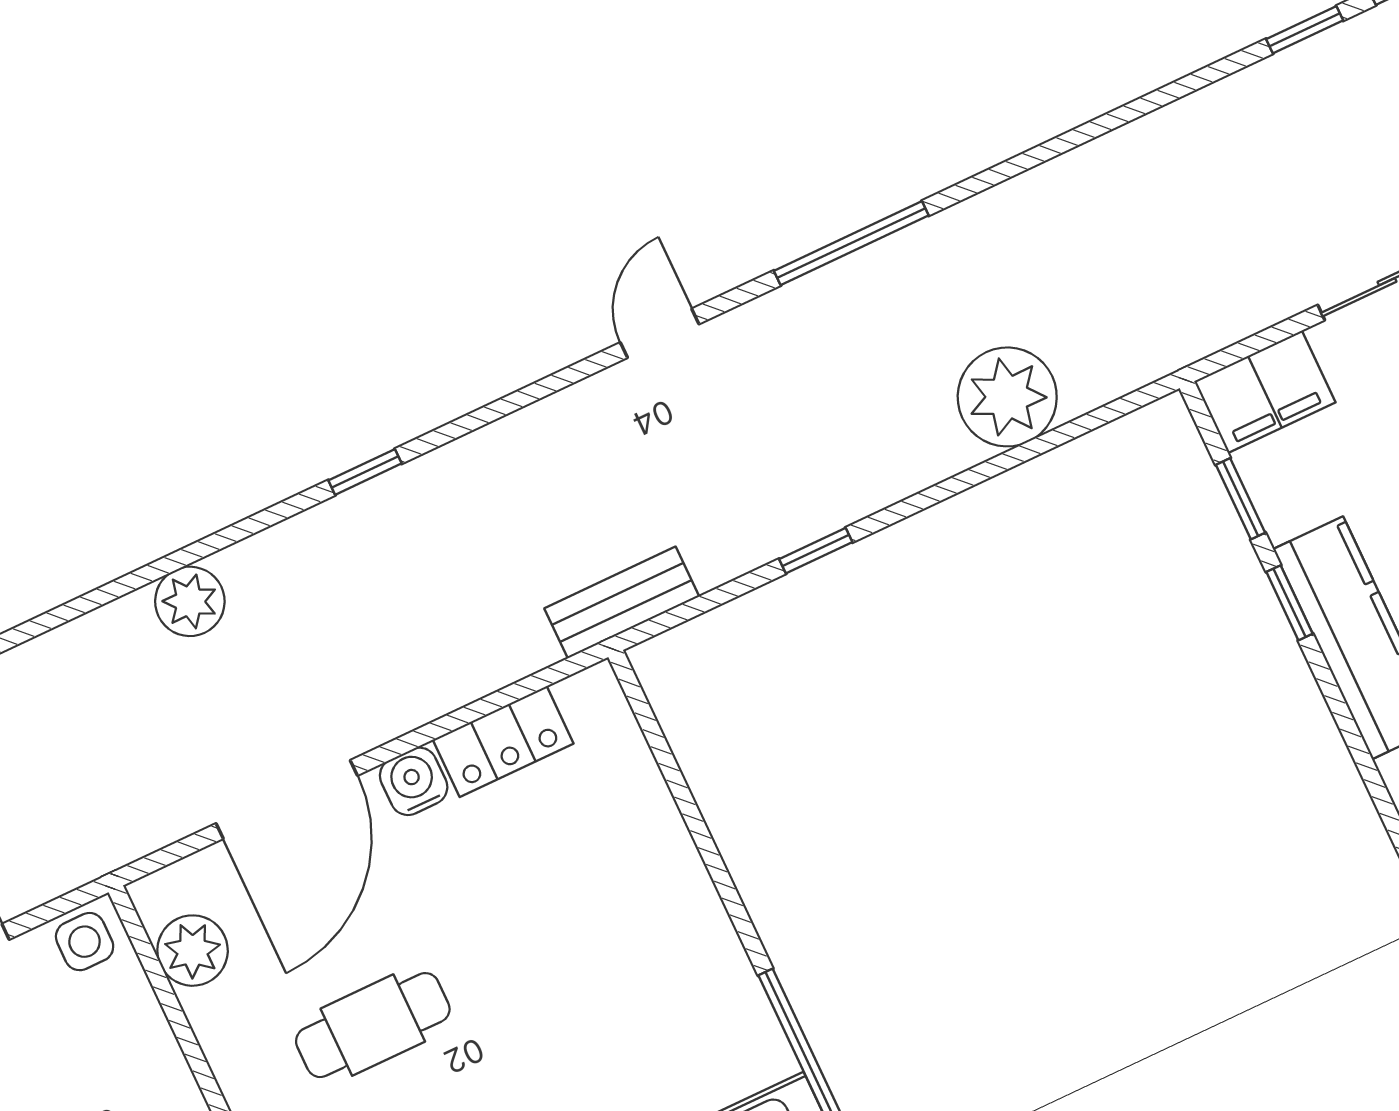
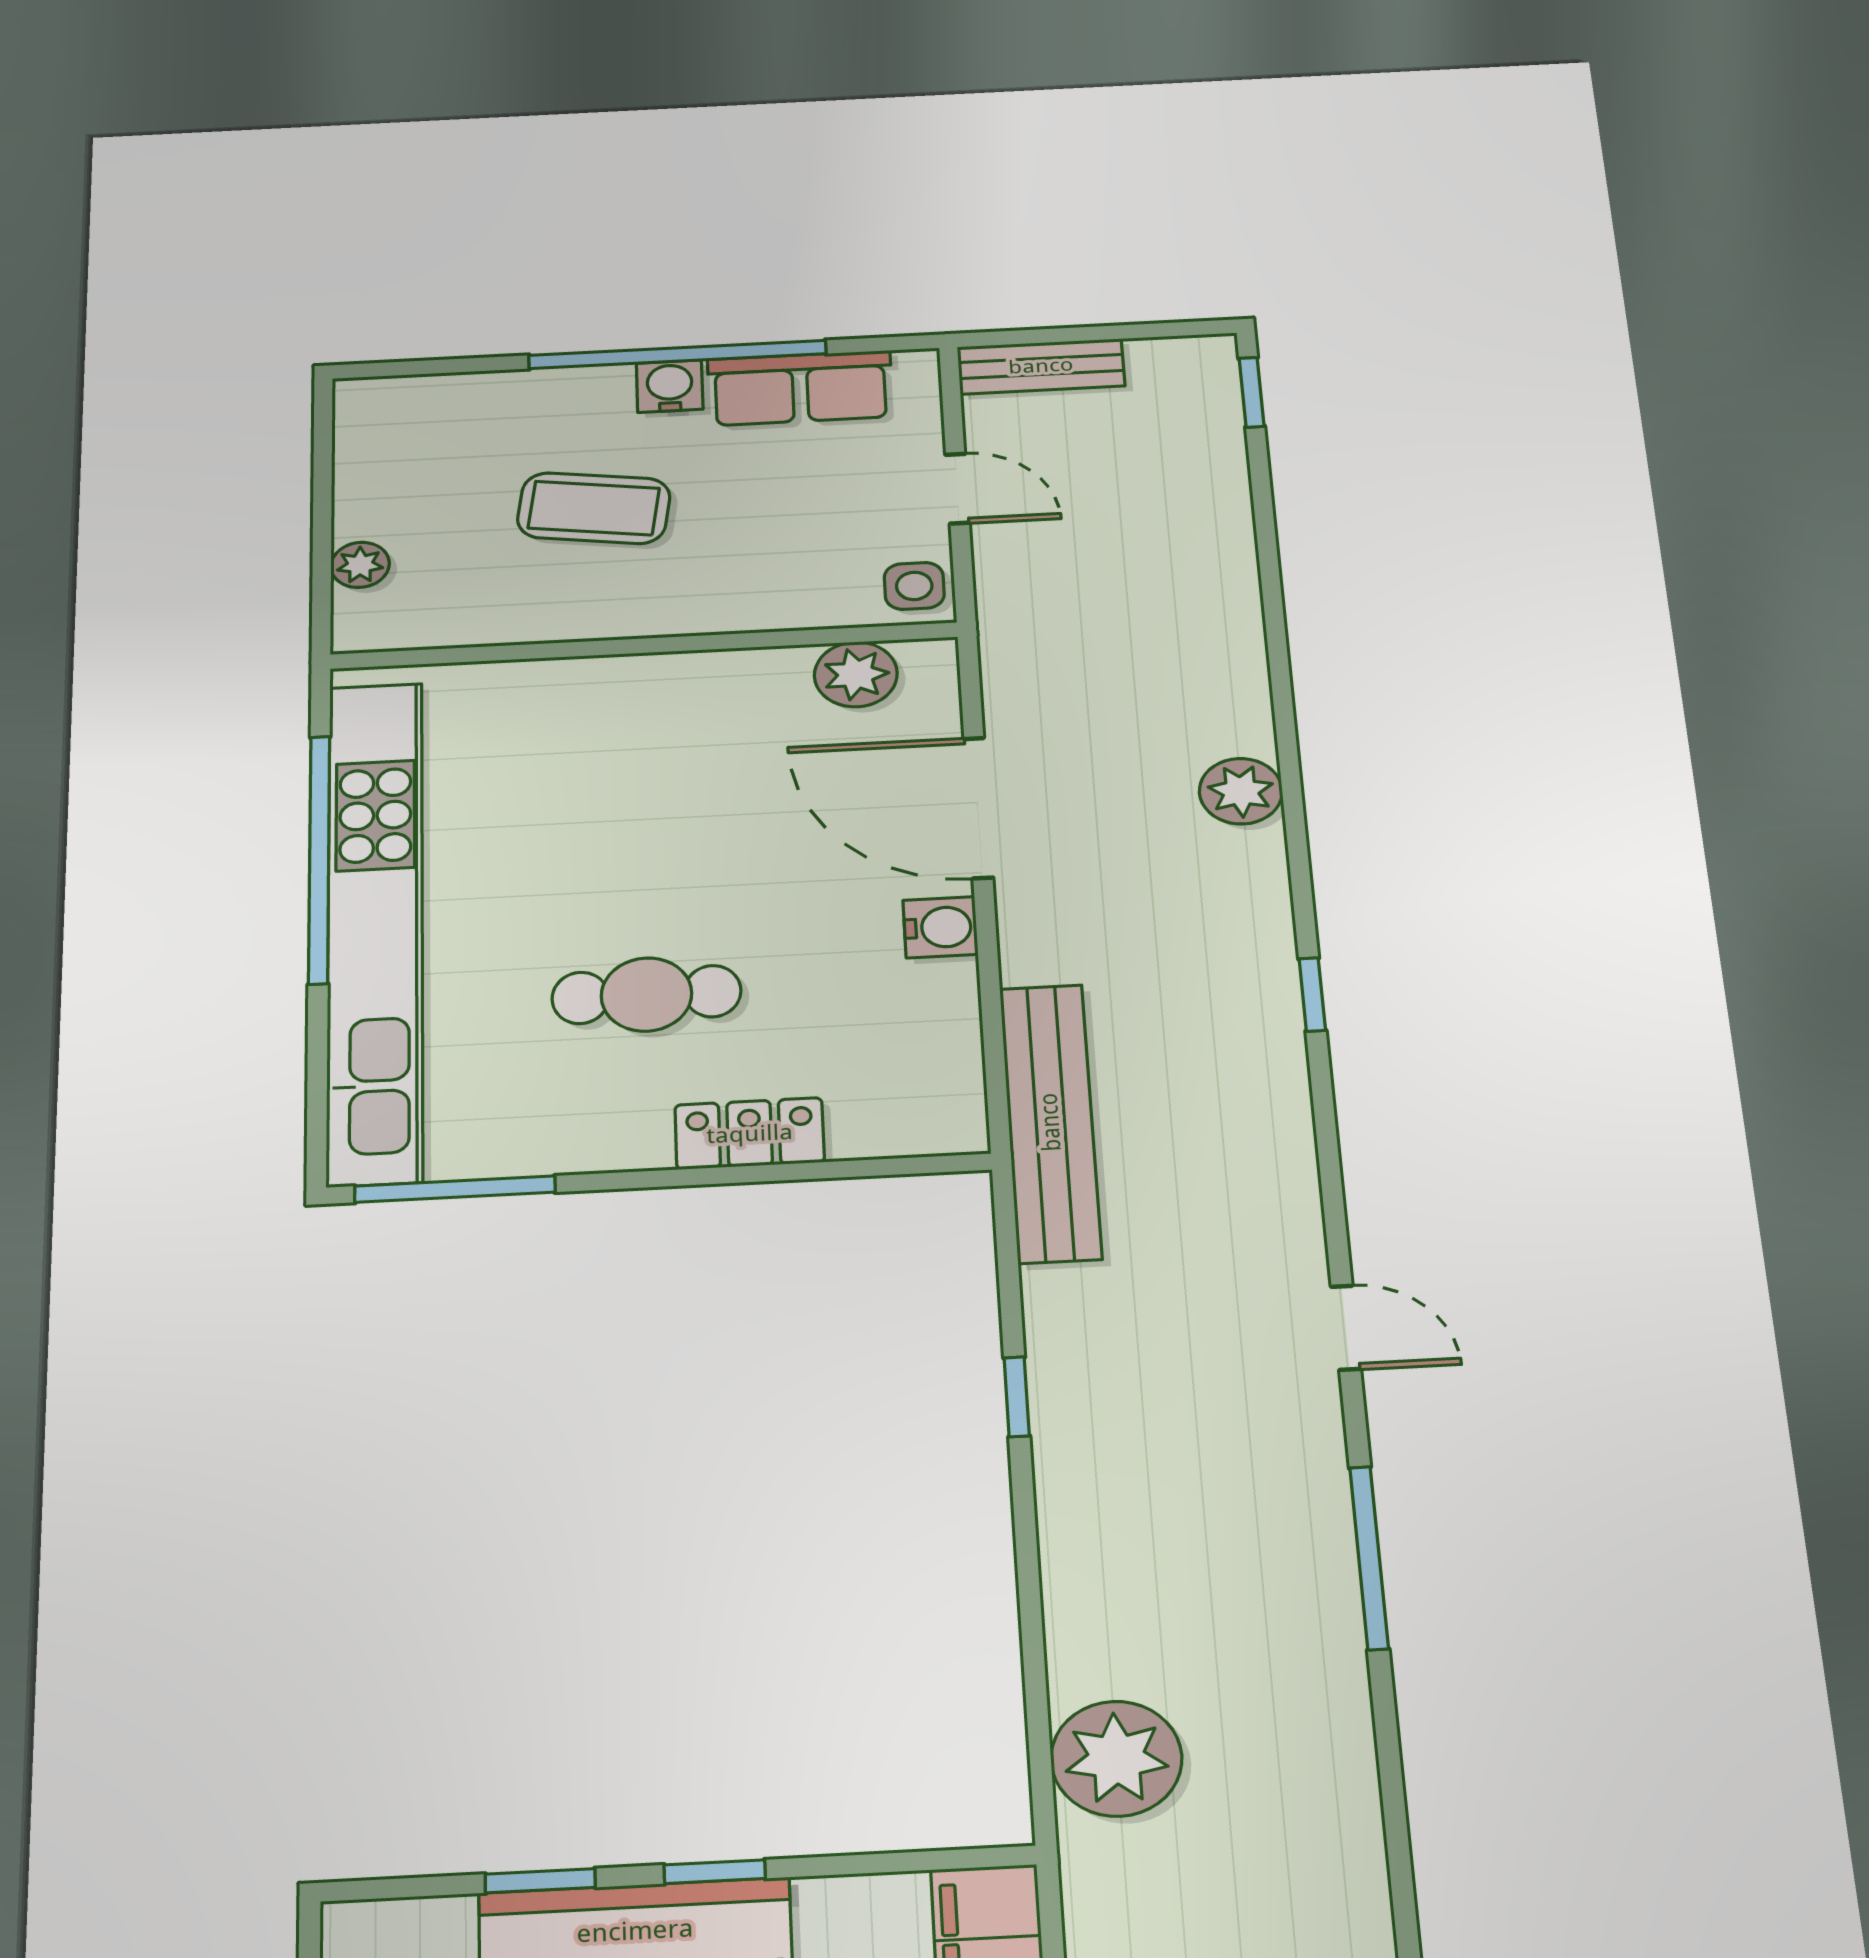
plant: (1007, 397) -> (1116, 1759), moved
window: (1241, 499) -> (540, 1881), moved
bench: (622, 602) -> (1050, 1122), width x1.86, depth x1.21
locker: (503, 742) -> (750, 1134), moved, turned 90
cafe table: (373, 1025) -> (646, 995), moved, turned 90

